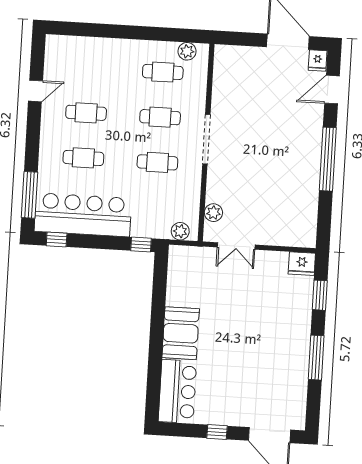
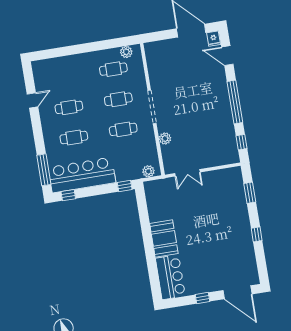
door: (332, 90) -> (227, 56), hinge flipped
plant: (213, 213) -> (165, 138), moved
window: (324, 219) -> (242, 142), added
fridge: (302, 264) -> (233, 175), removed
window: (316, 358) -> (257, 234), width x0.46

